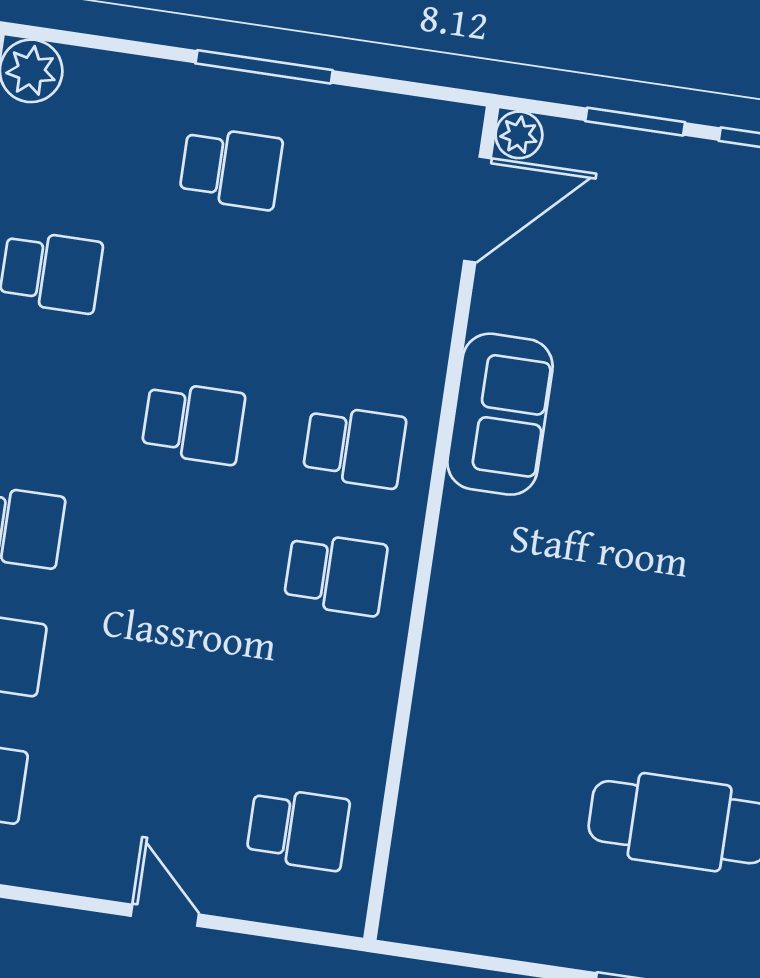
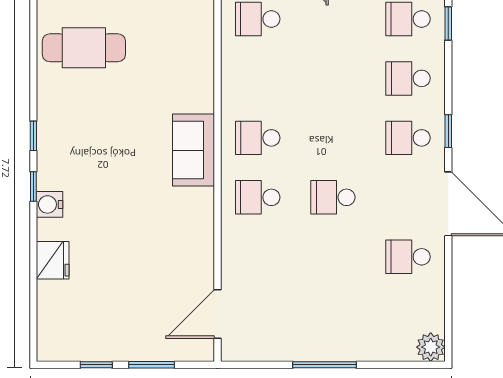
plant: (519, 135) -> (204, 351), removed
school desk: (231, 168) -> (333, 316), removed
sofa: (500, 414) -> (193, 150), moved

